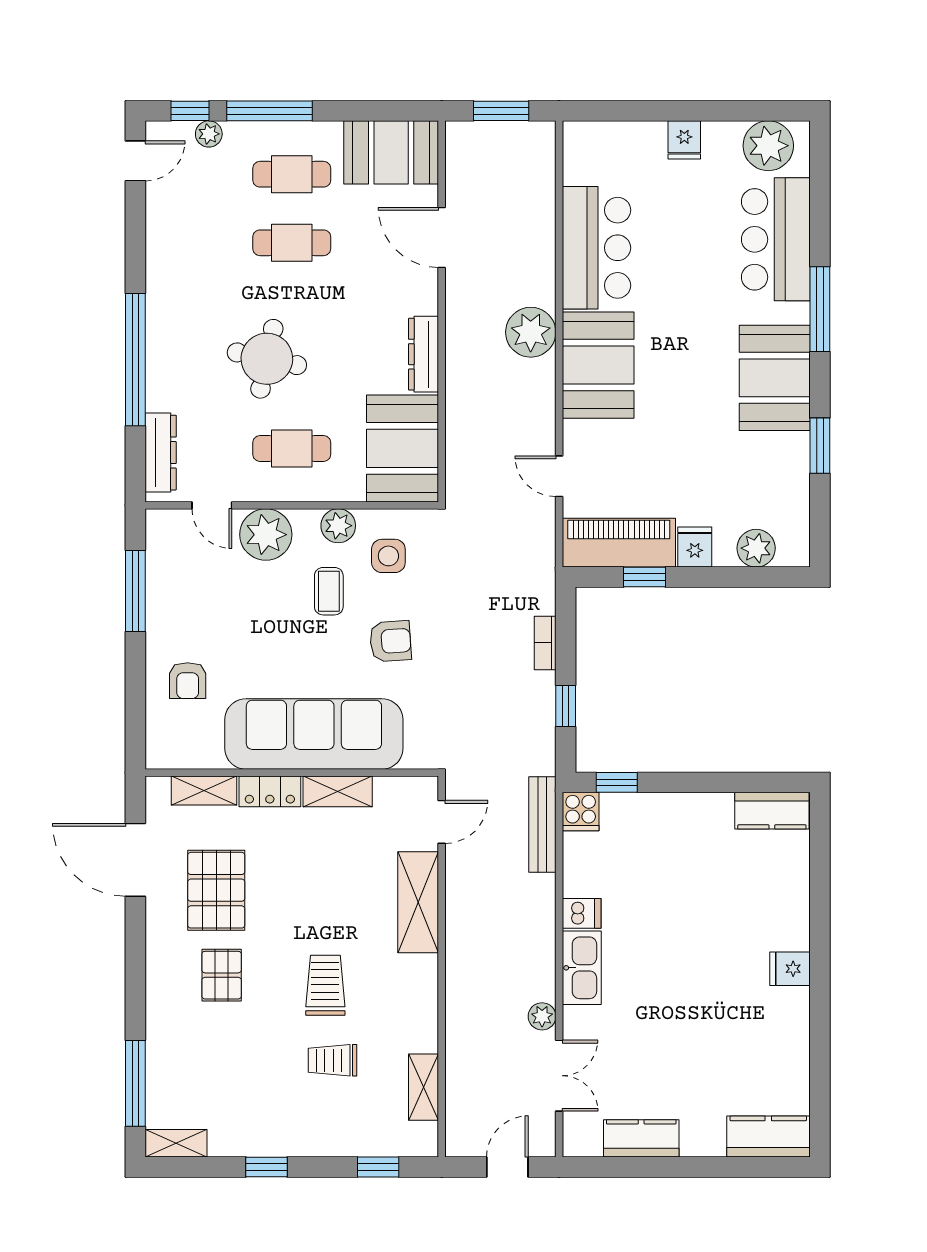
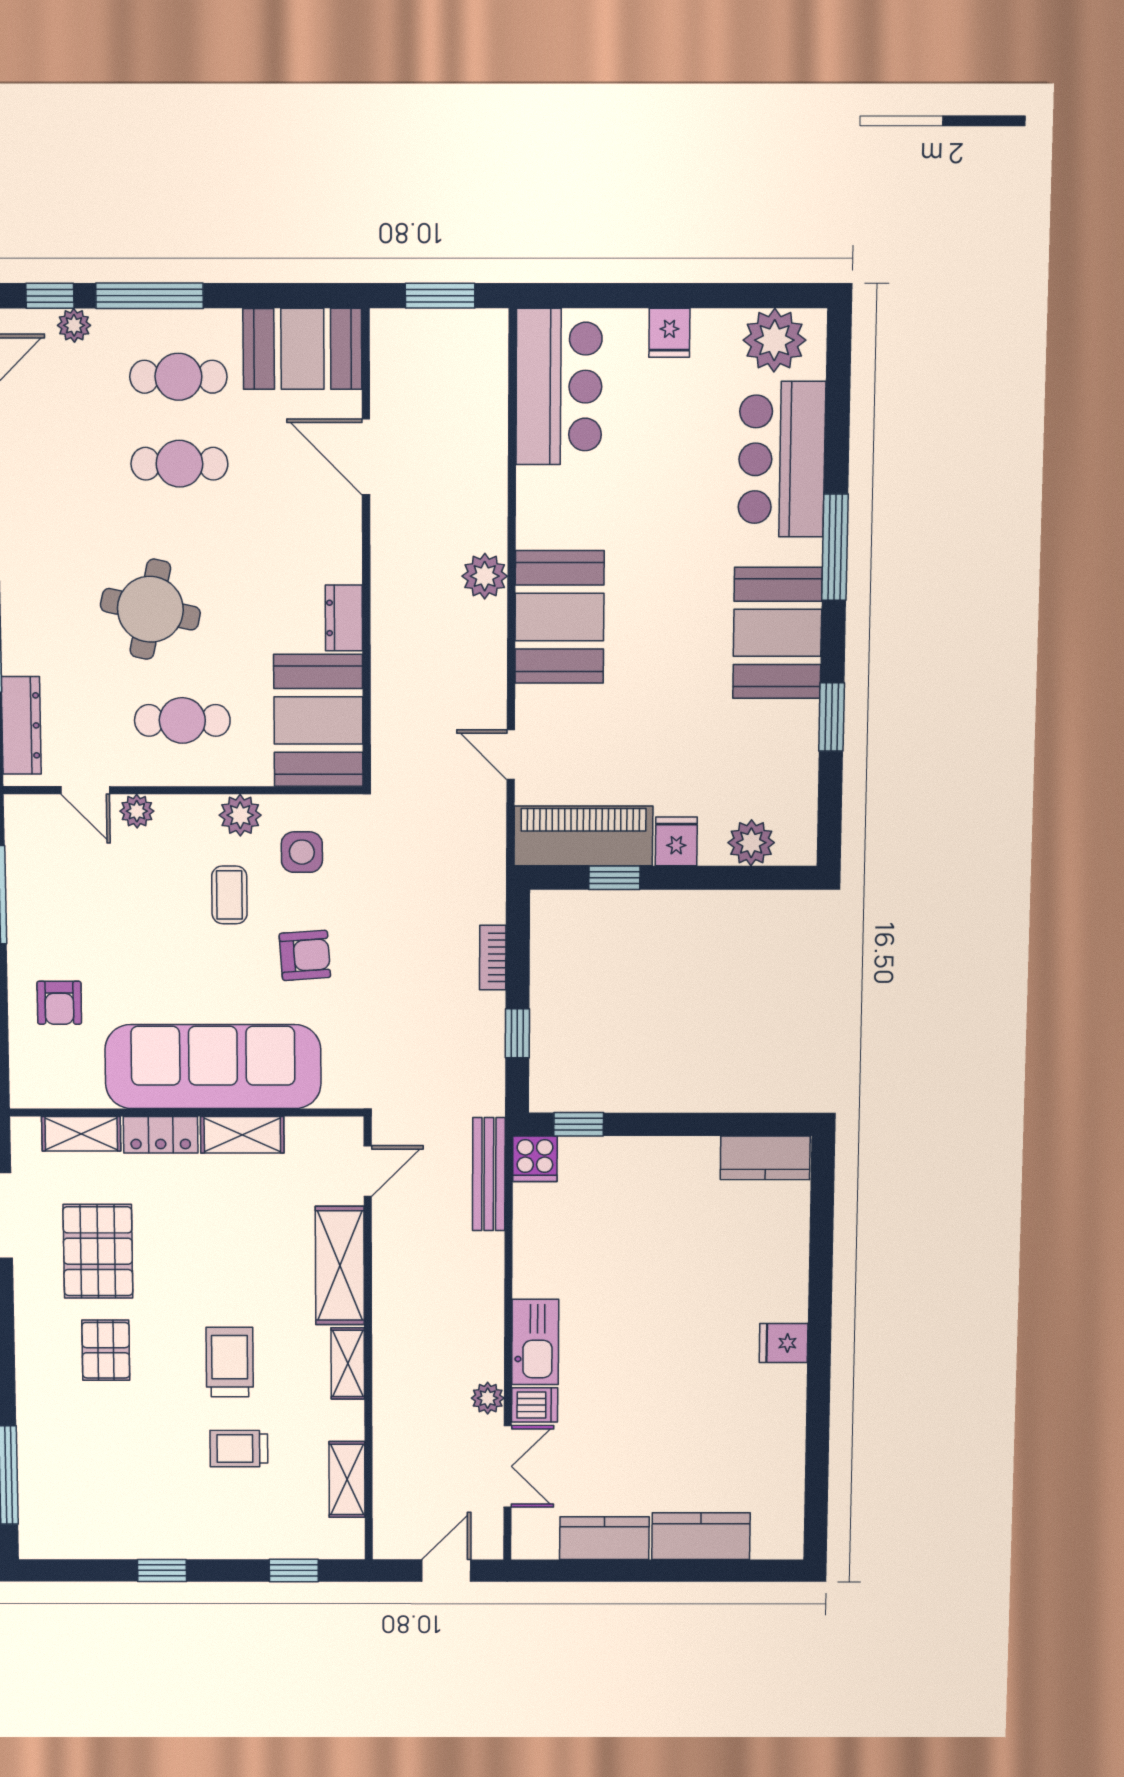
bar counter: (596, 248) -> (559, 387), moved
plant: (531, 332) -> (485, 576), width x0.73, depth x0.73
dresser: (424, 354) -> (344, 618), width x0.70
plant: (266, 535) -> (137, 811), width x0.53, depth x0.53
dishwasher: (582, 913) -> (535, 1405), moved
kitchen counter: (768, 1137) -> (701, 1536), moved
shelving: (176, 1143) -> (348, 1363), moved, turned 90

